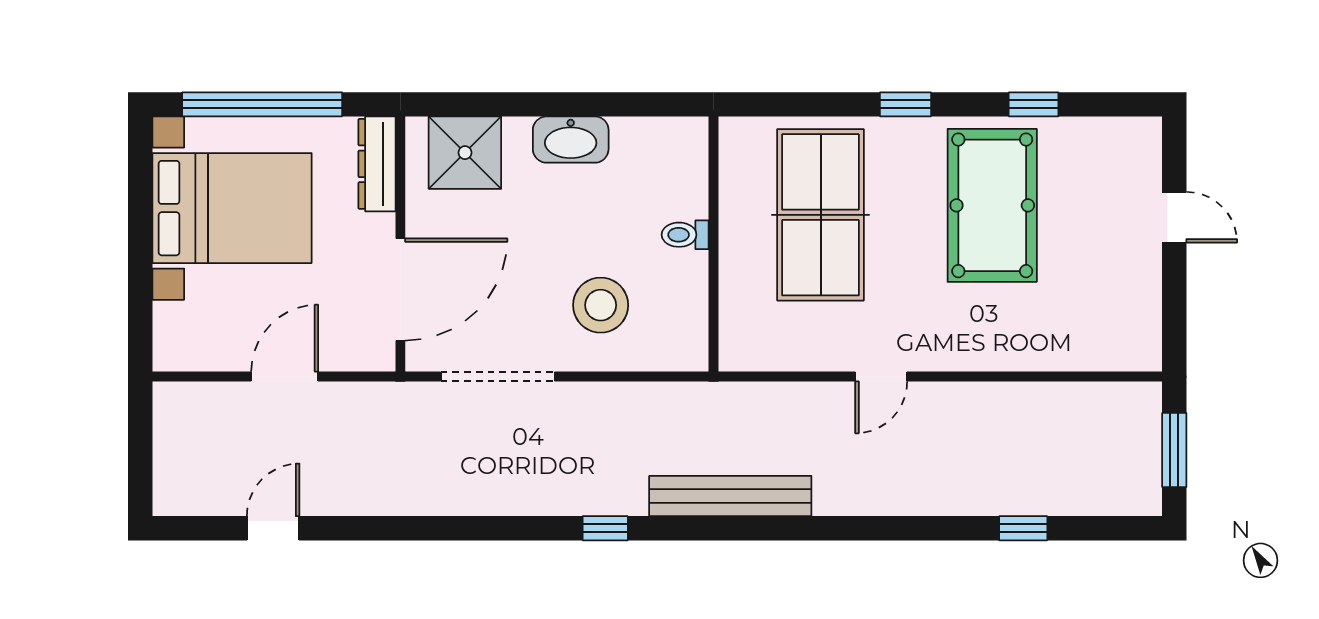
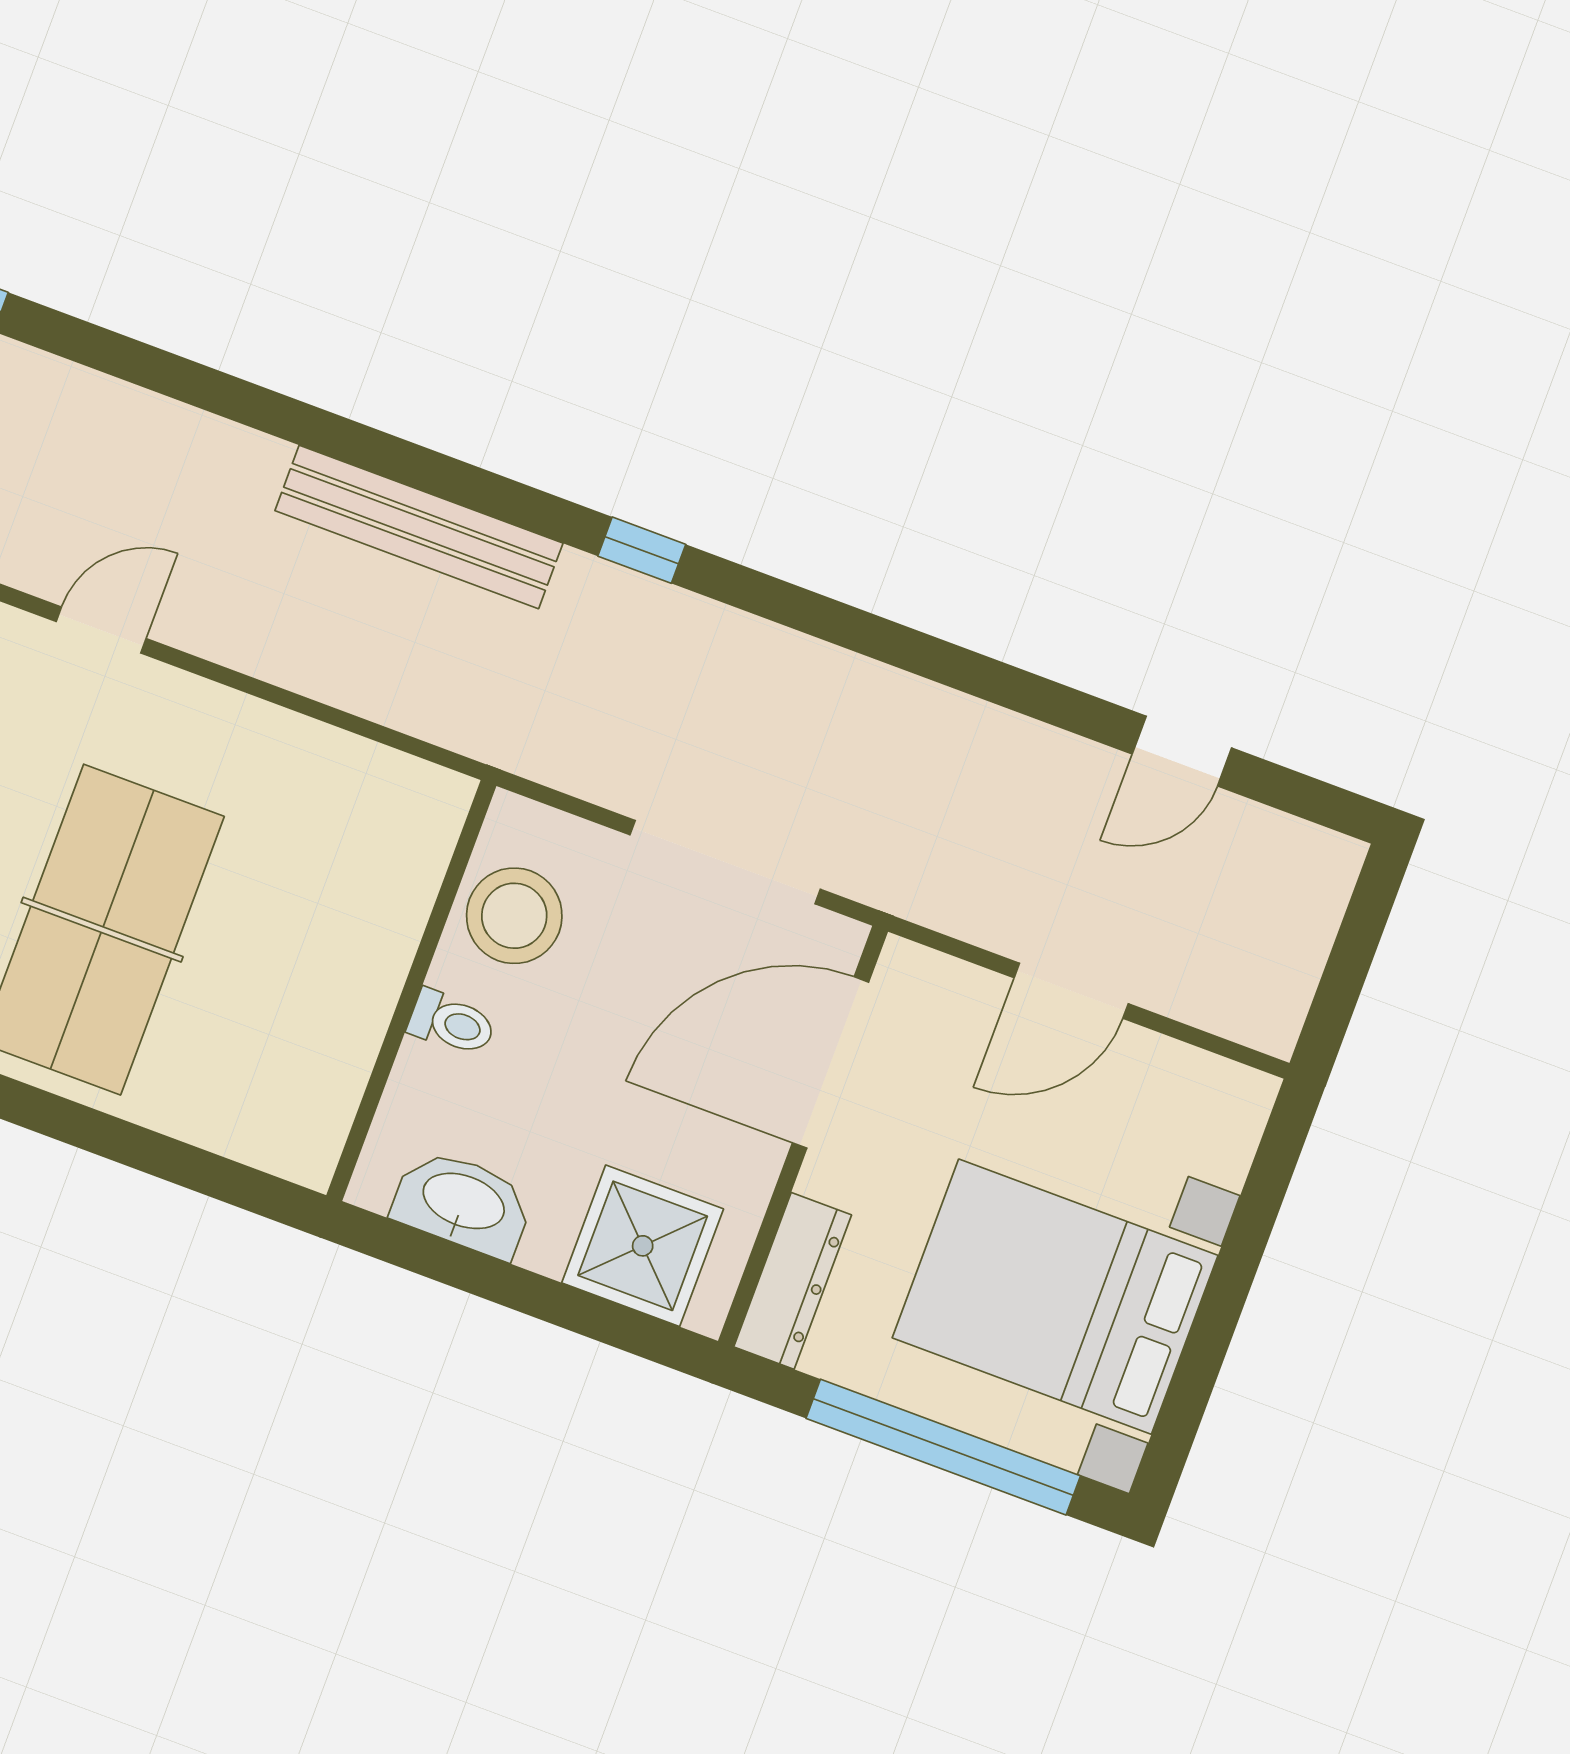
toilet: (685, 235) -> (452, 1023), moved
wall: (713, 244) -> (411, 991), moved

